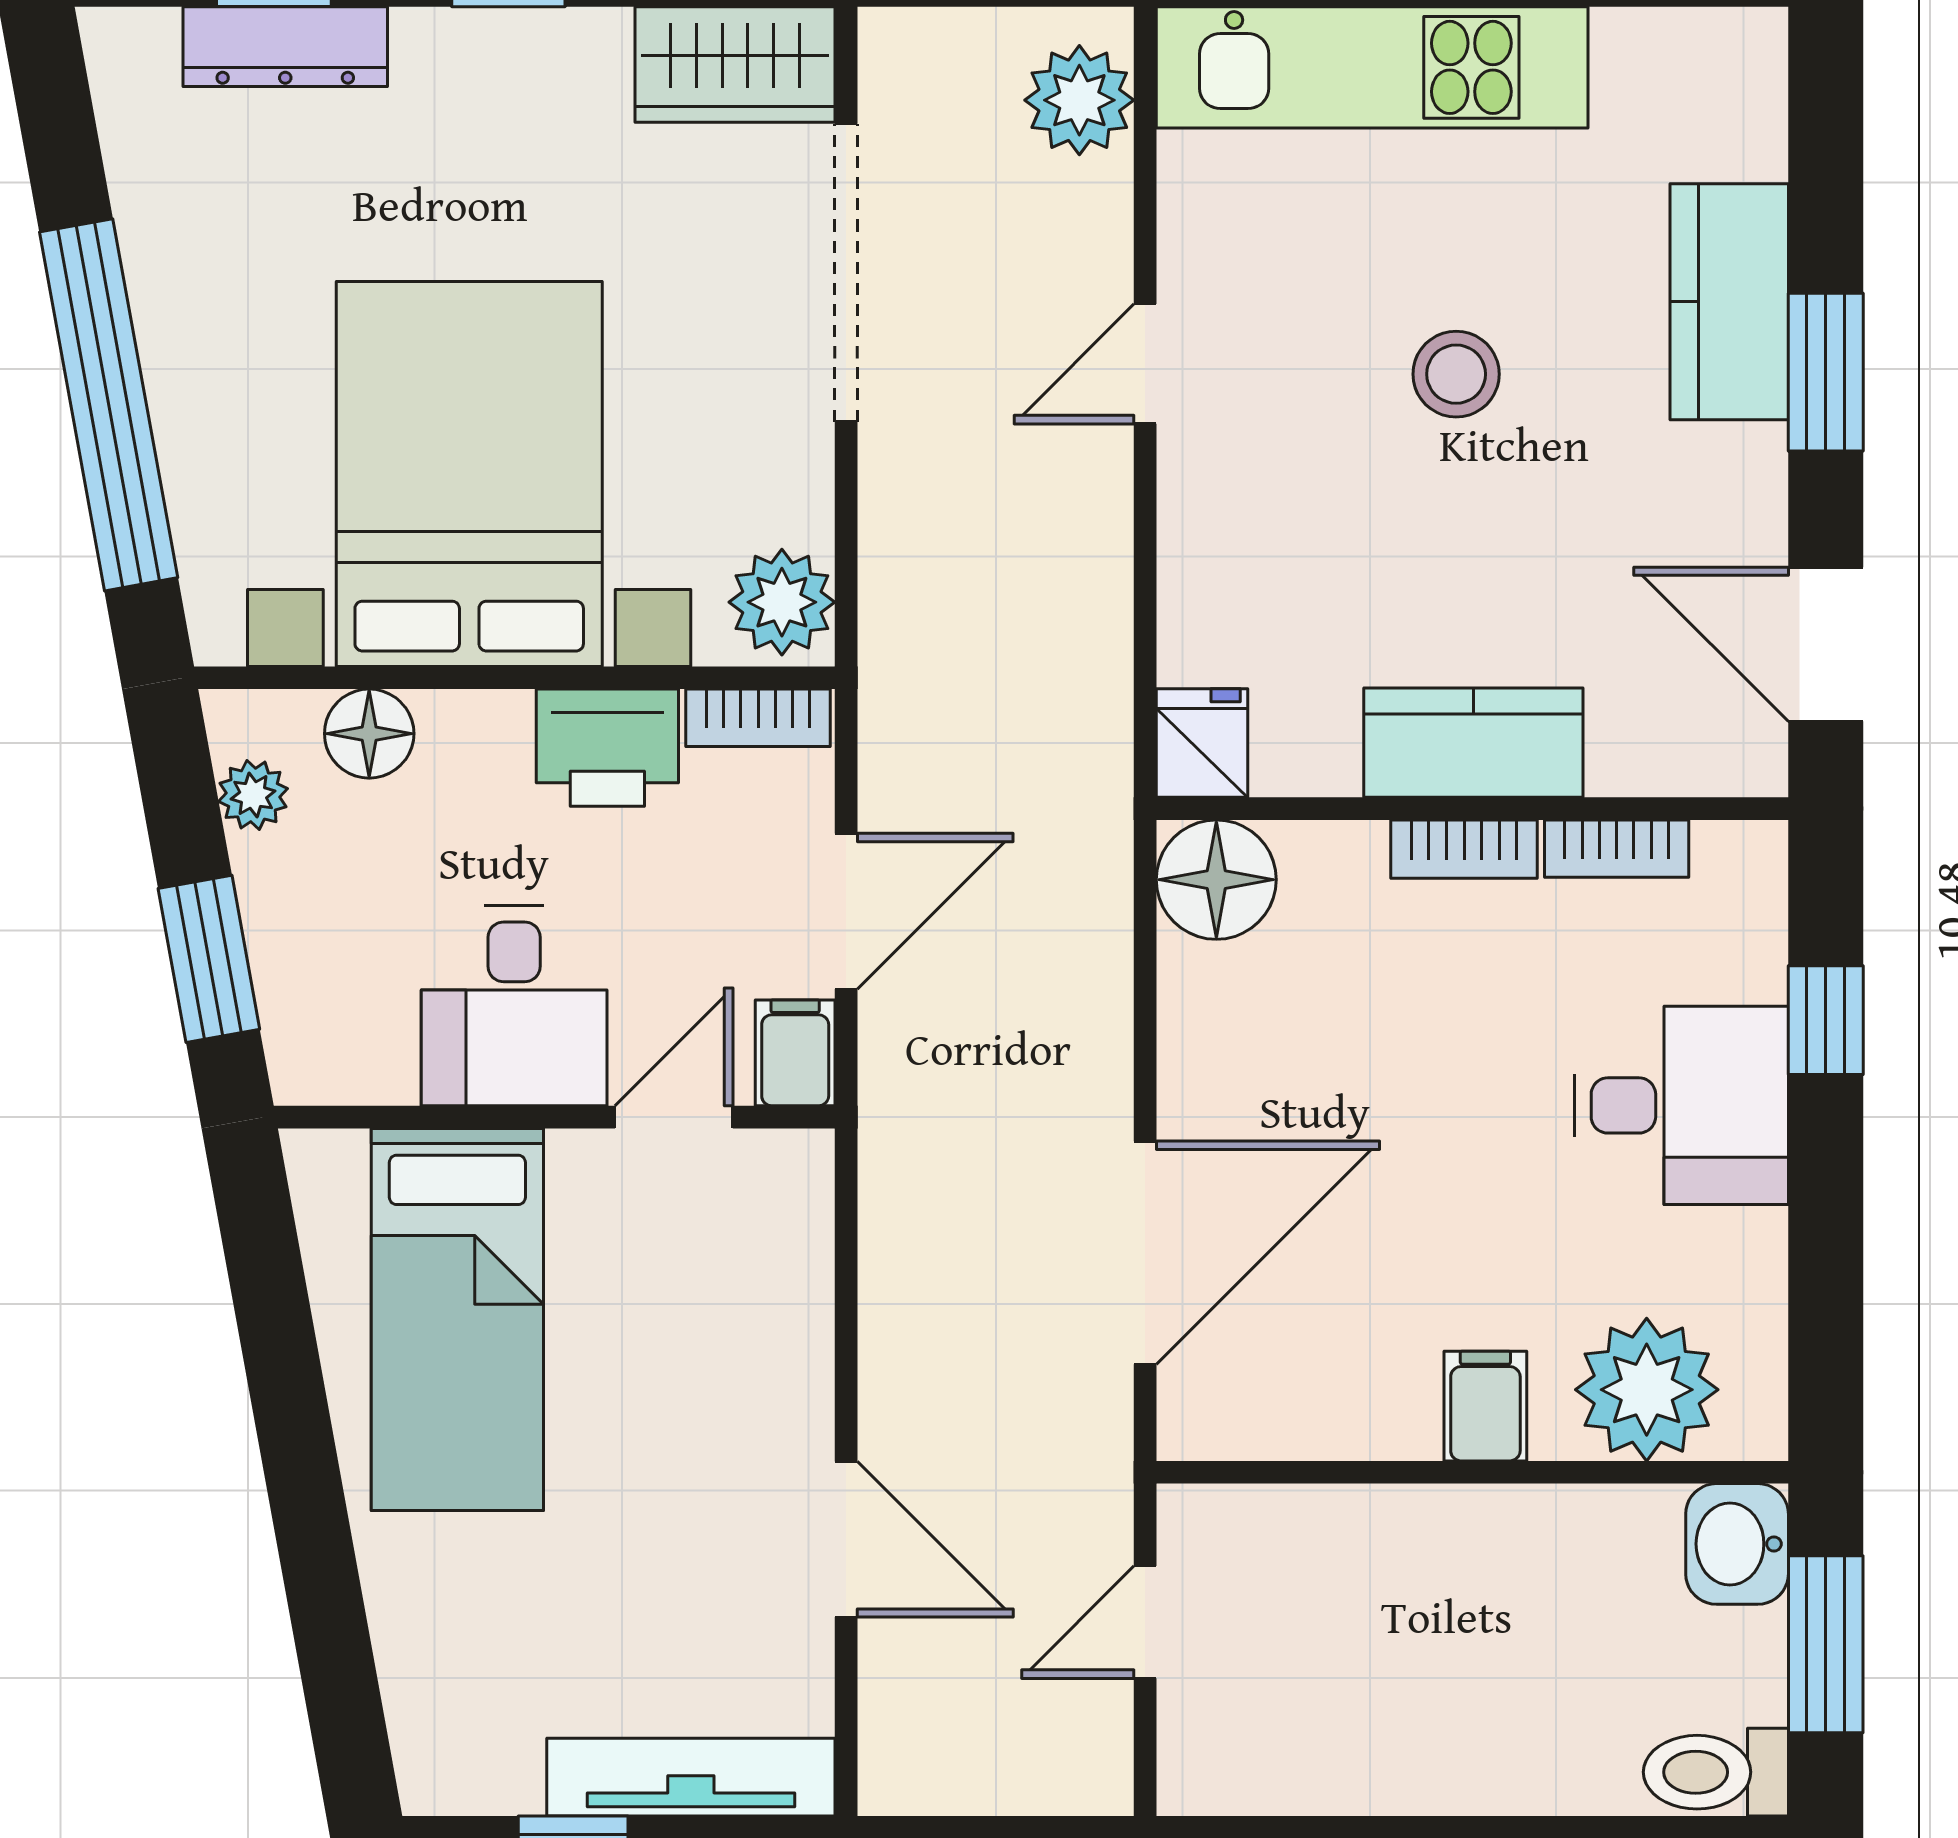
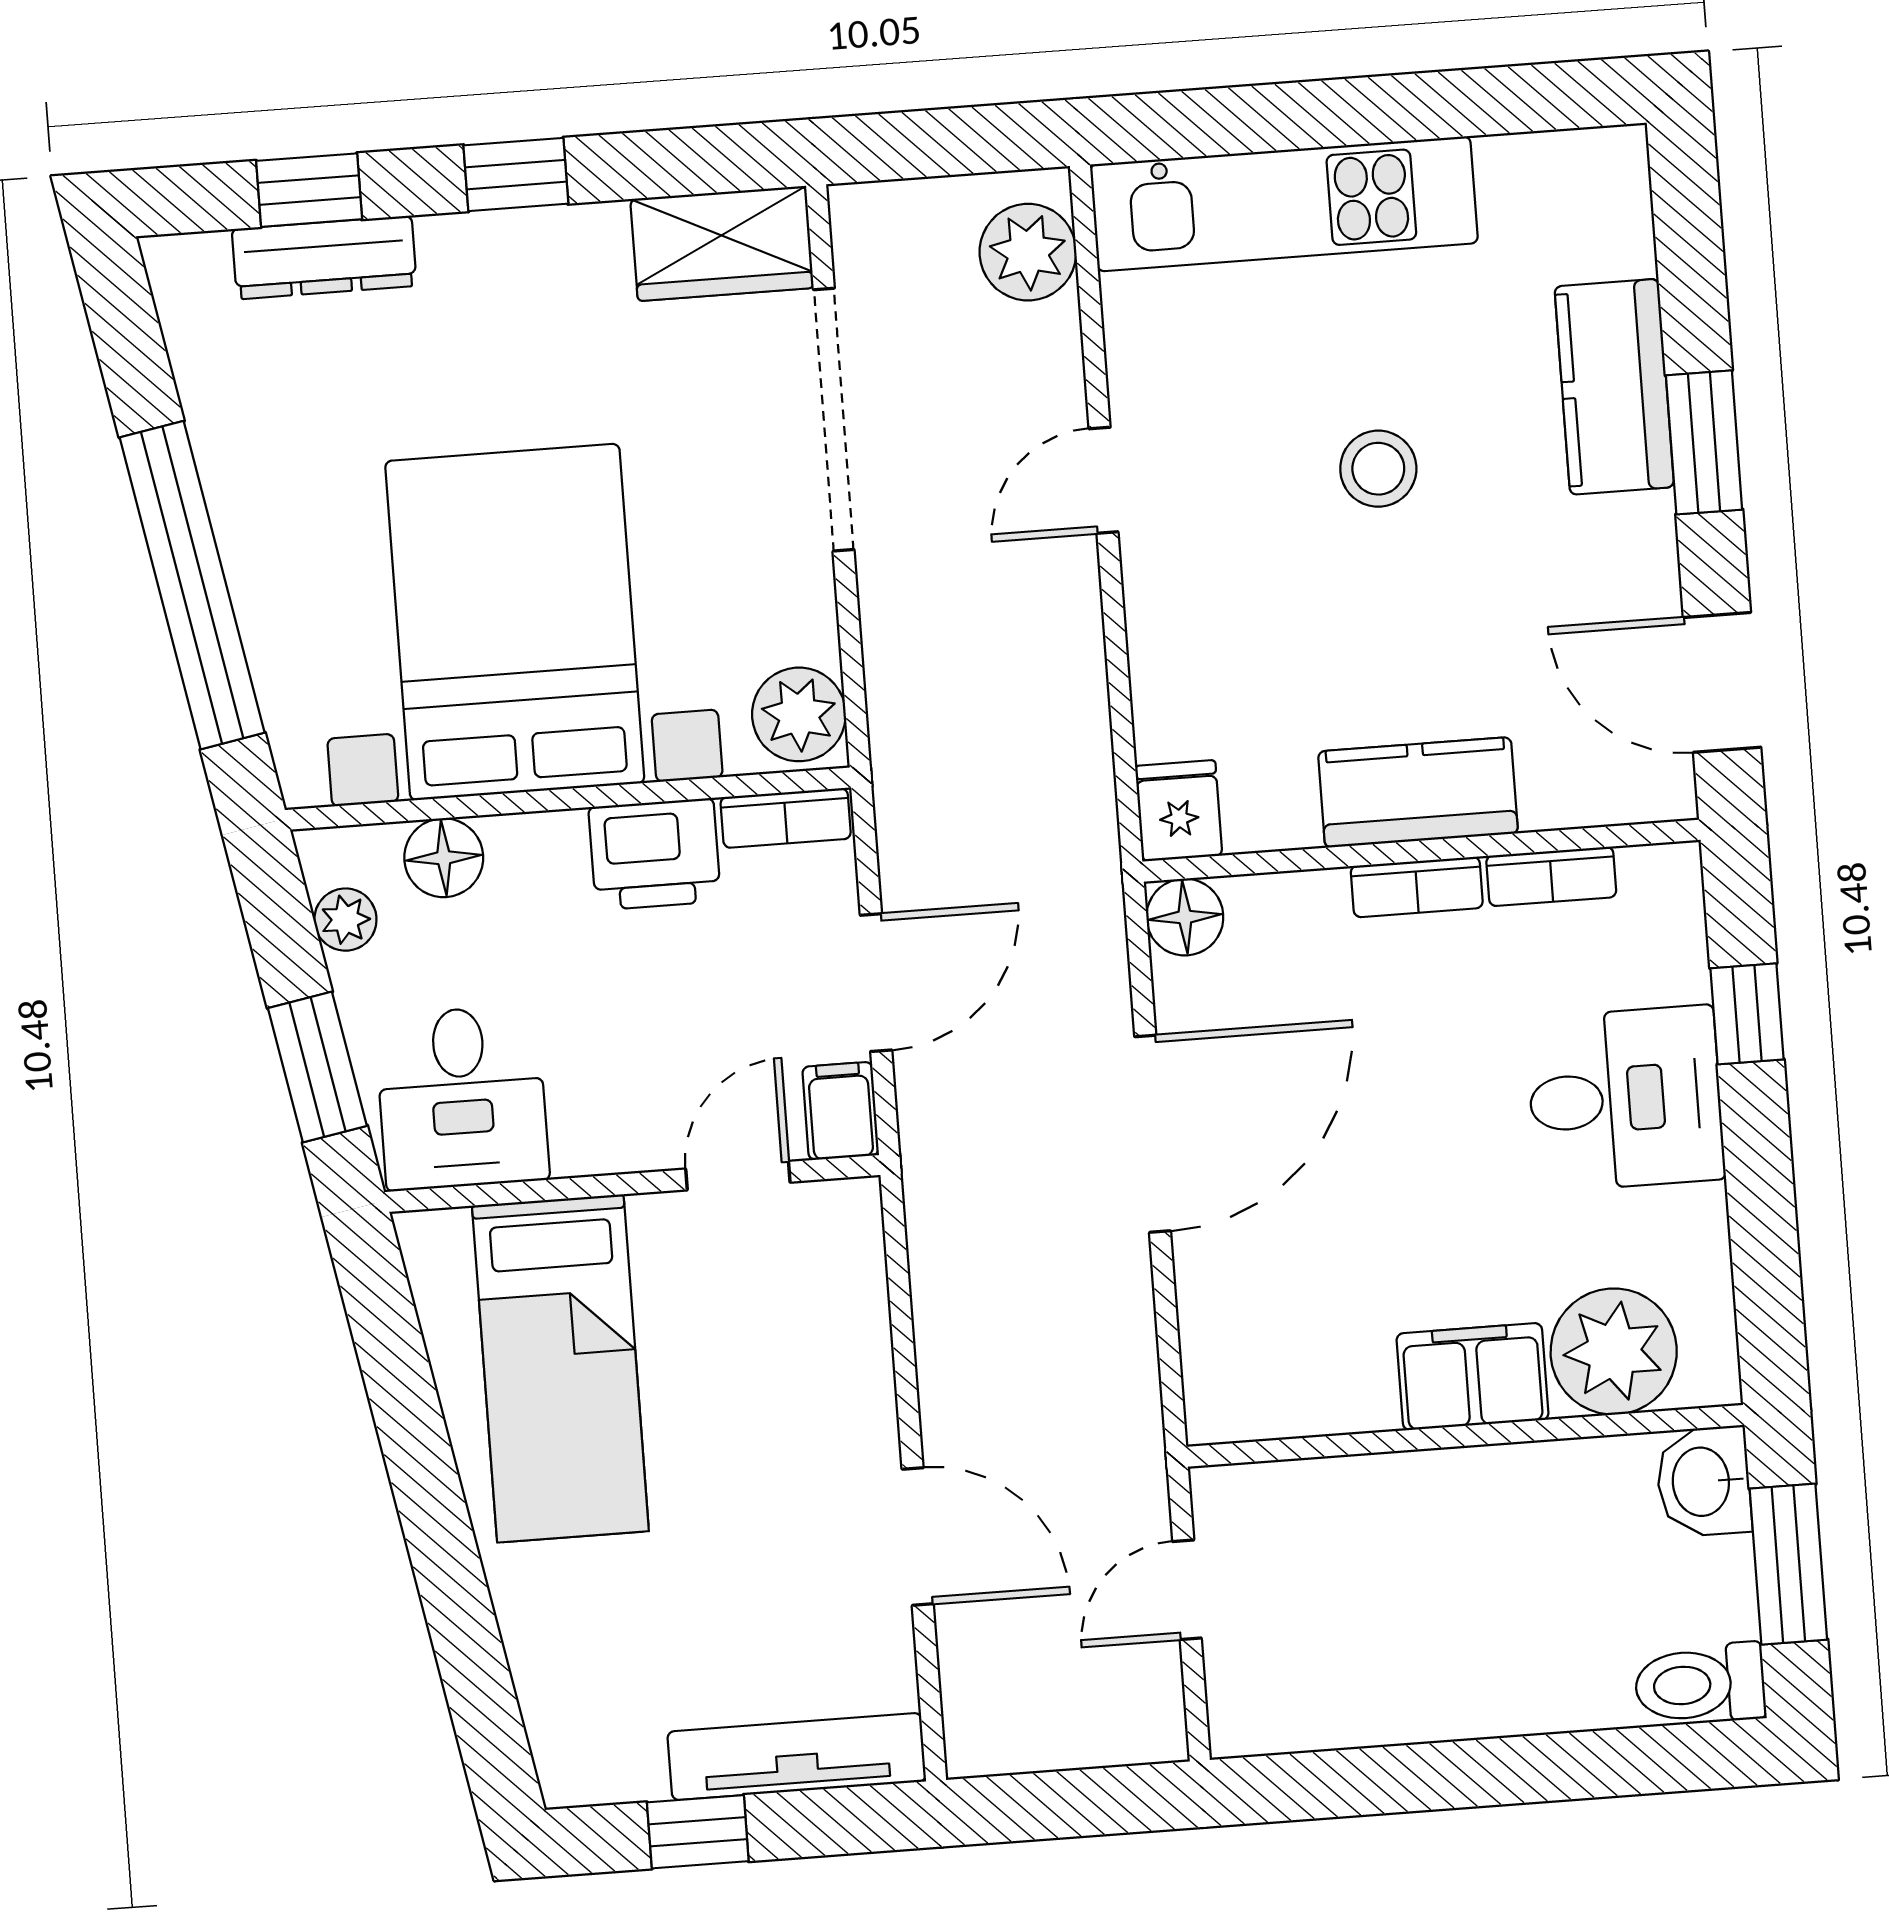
floor lamp: (1216, 880) -> (1185, 917), width x0.73, depth x0.73
desk: (514, 1006) -> (462, 1098), moved
door: (1145, 1253) -> (1153, 1134), moved
filing cabinet: (1485, 1406) -> (1473, 1377), width x2.00

